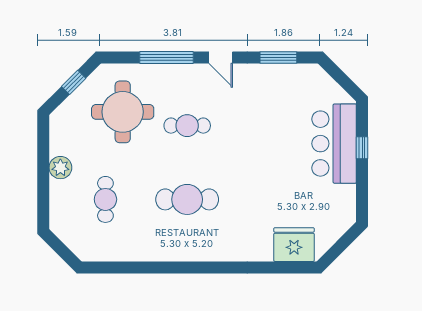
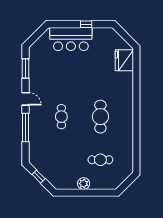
door: (221, 58) -> (25, 99), hinge flipped
round table: (123, 112) -> (54, 151), removed
window: (362, 148) -> (86, 24), moved

